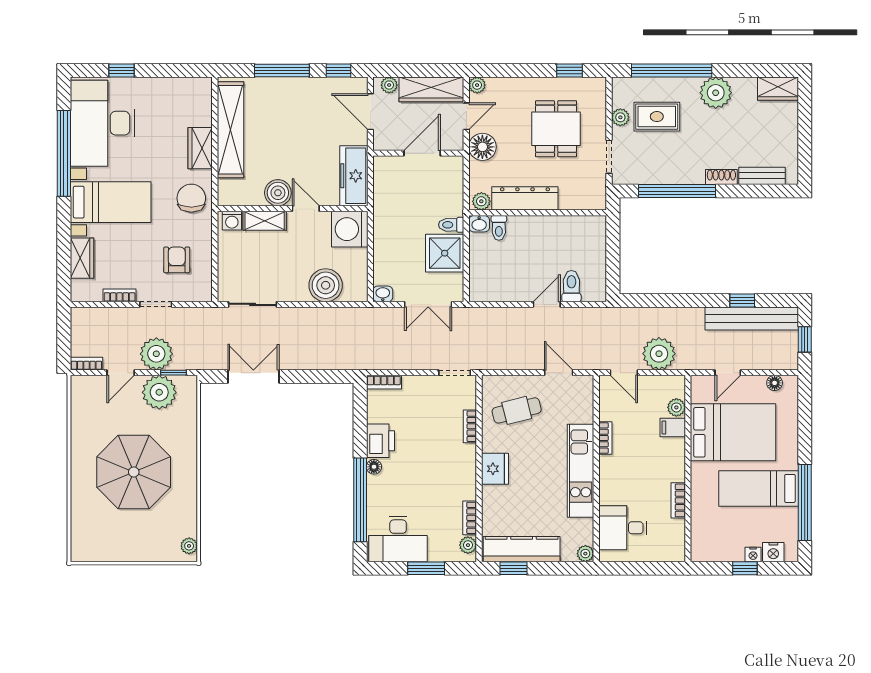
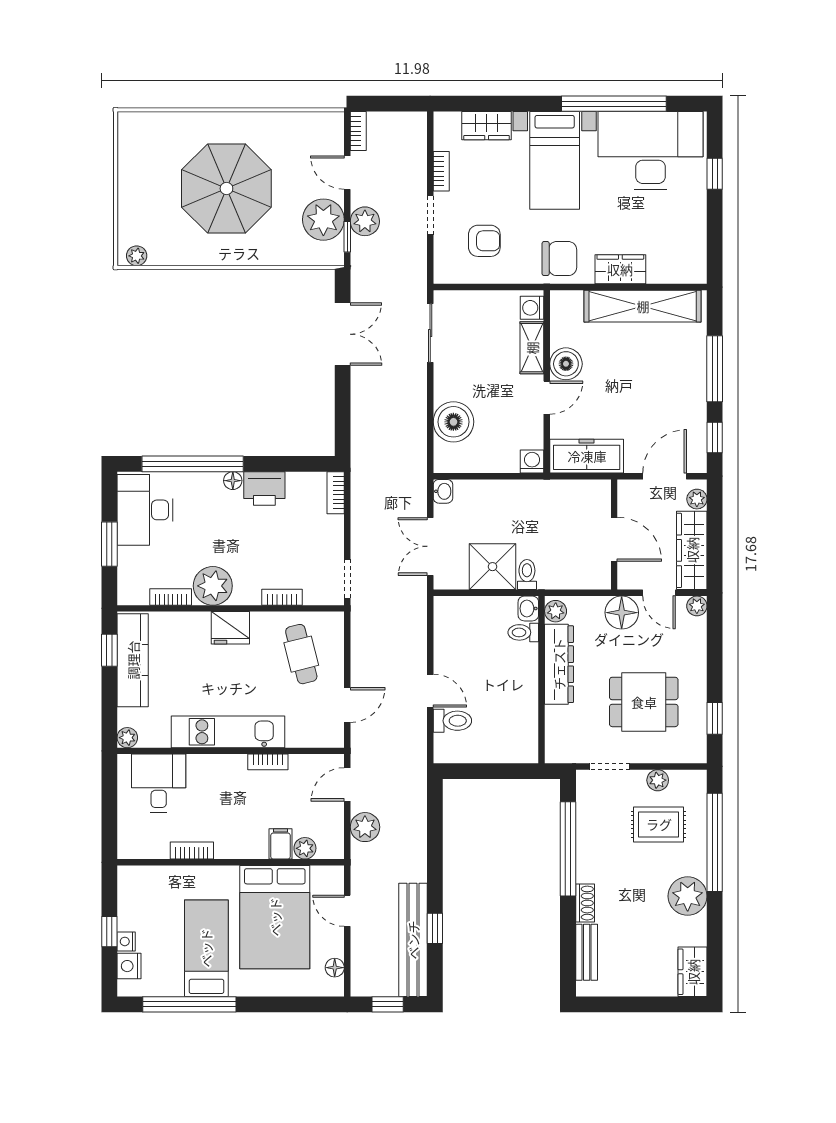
rug: (657, 117) -> (659, 824), turned 90
washing machine: (350, 229) -> (532, 461), width x0.53, depth x0.53
plant: (156, 354) -> (365, 221), width x0.73, depth x0.73
plant: (659, 354) -> (365, 827), width x0.73, depth x0.73
plant: (468, 545) -> (213, 586), moved, width x1.88, depth x1.88

